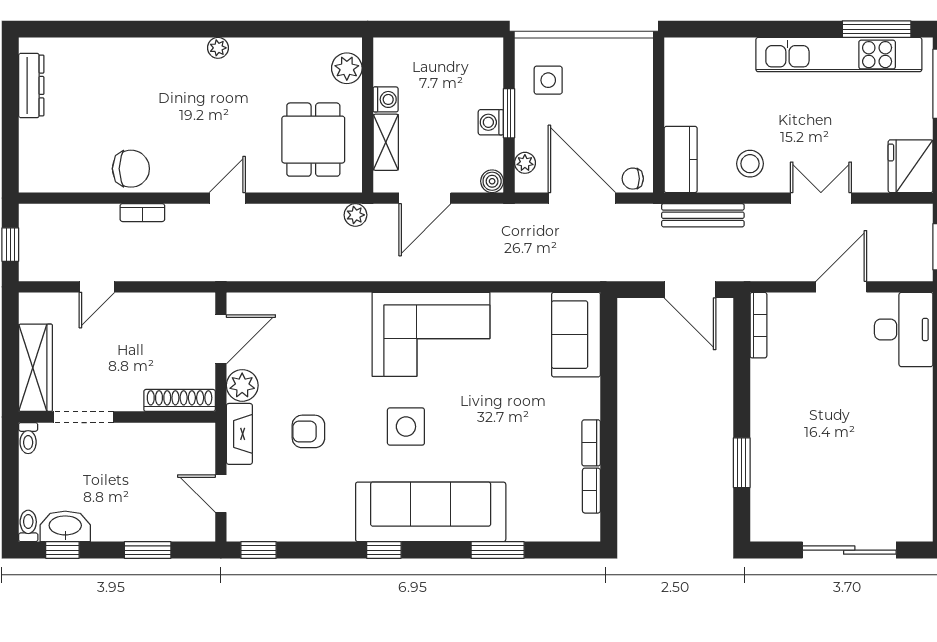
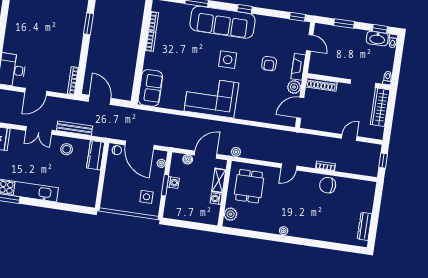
boiler: (492, 181) -> (188, 159), moved
bench: (703, 215) -> (75, 128), moved
armchair: (308, 431) -> (269, 64), turned 90

